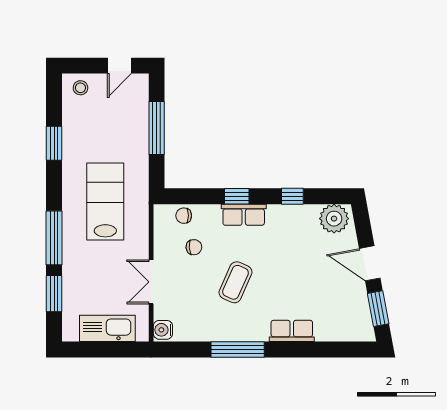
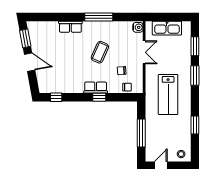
window: (292, 196) -> (56, 97), moved
plant: (334, 219) -> (48, 86), removed
window: (54, 238) -> (195, 75), width x0.69

